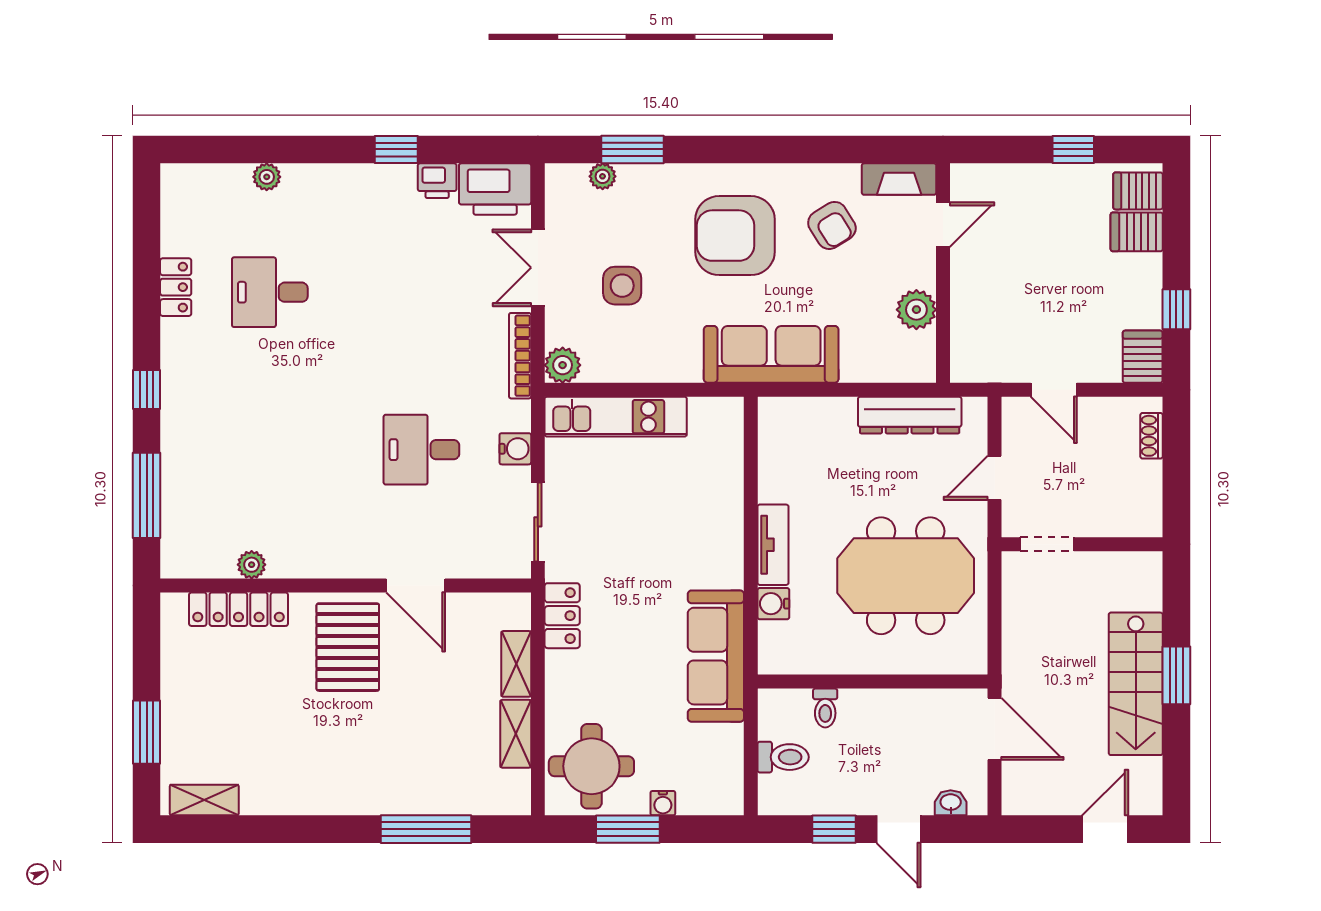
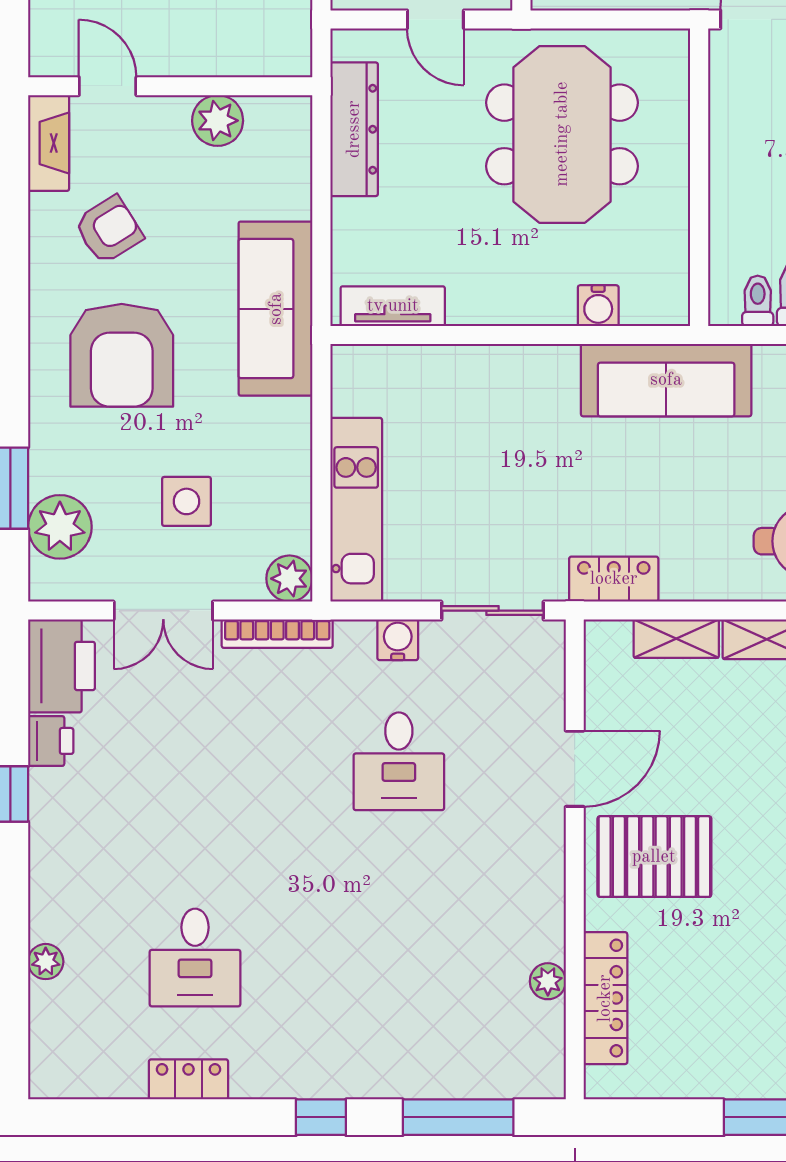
plant: (603, 176) -> (60, 527), width x1.87, depth x1.87
tv unit: (773, 545) -> (393, 306), moved
toilet: (825, 708) -> (758, 301), moved, turned -90

